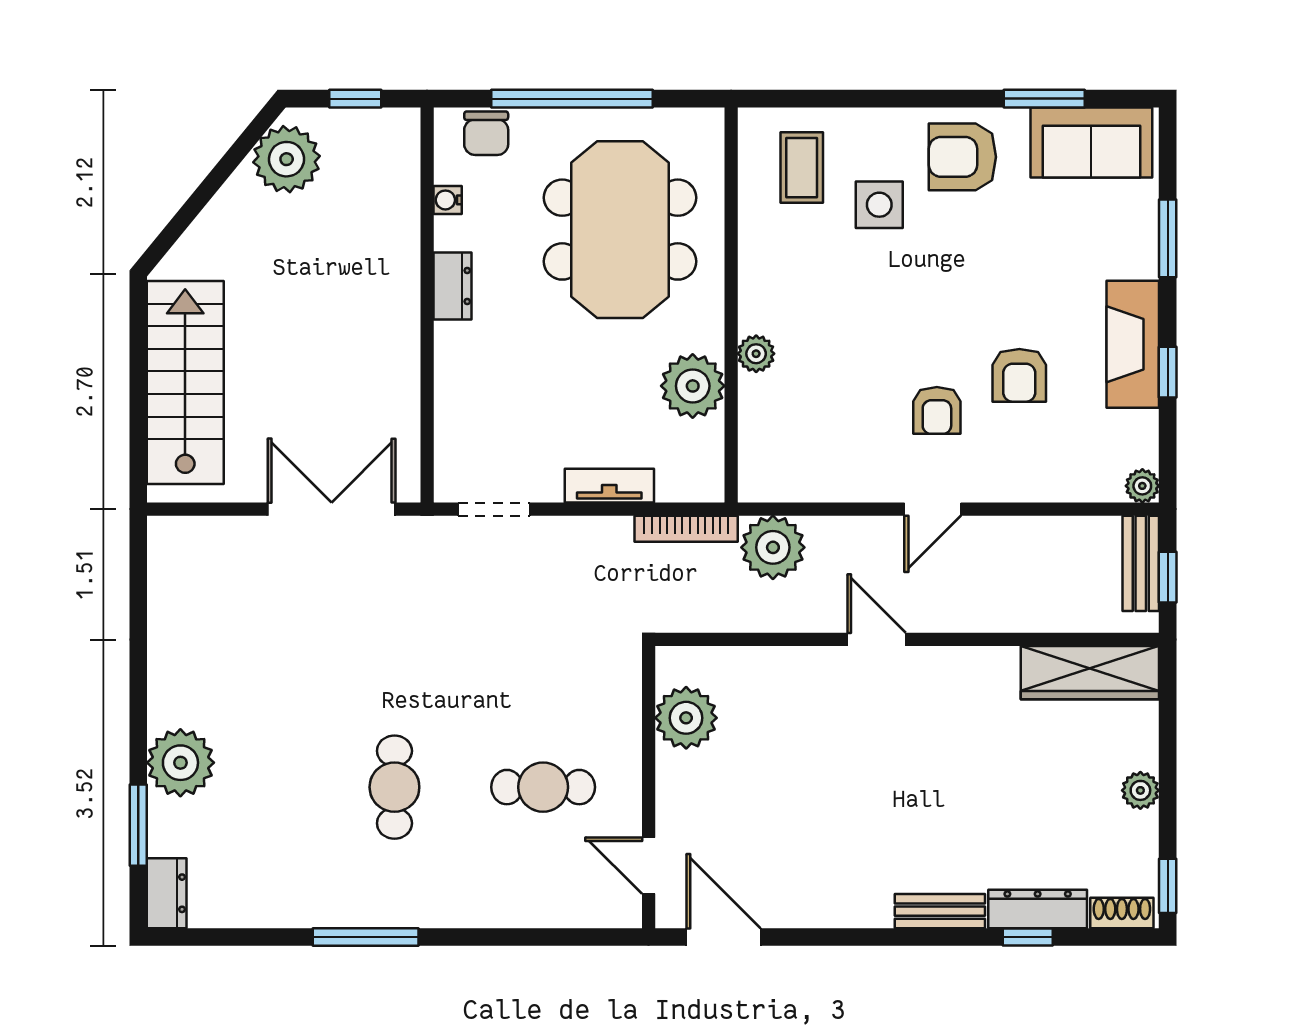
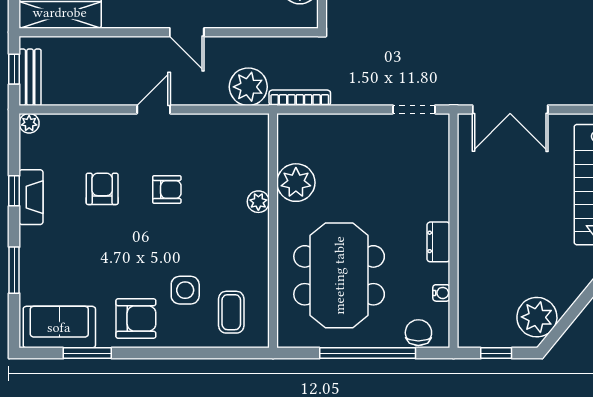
fireplace: (1133, 344) -> (31, 197), width x0.73, depth x0.76
armchair: (937, 410) -> (167, 190), moved, turned 90
tv unit: (609, 486) -> (345, 123), removed

